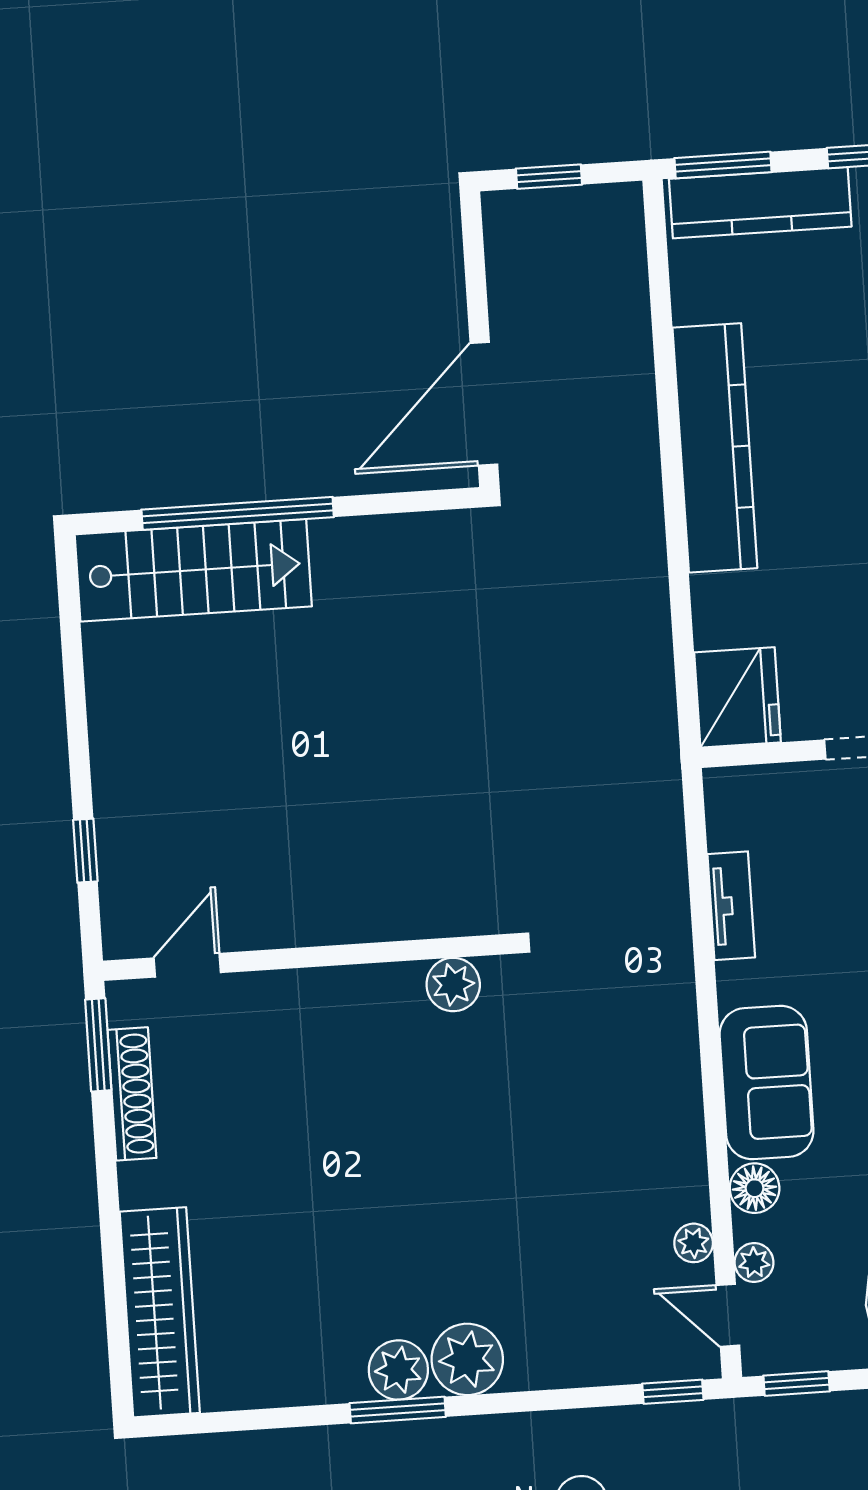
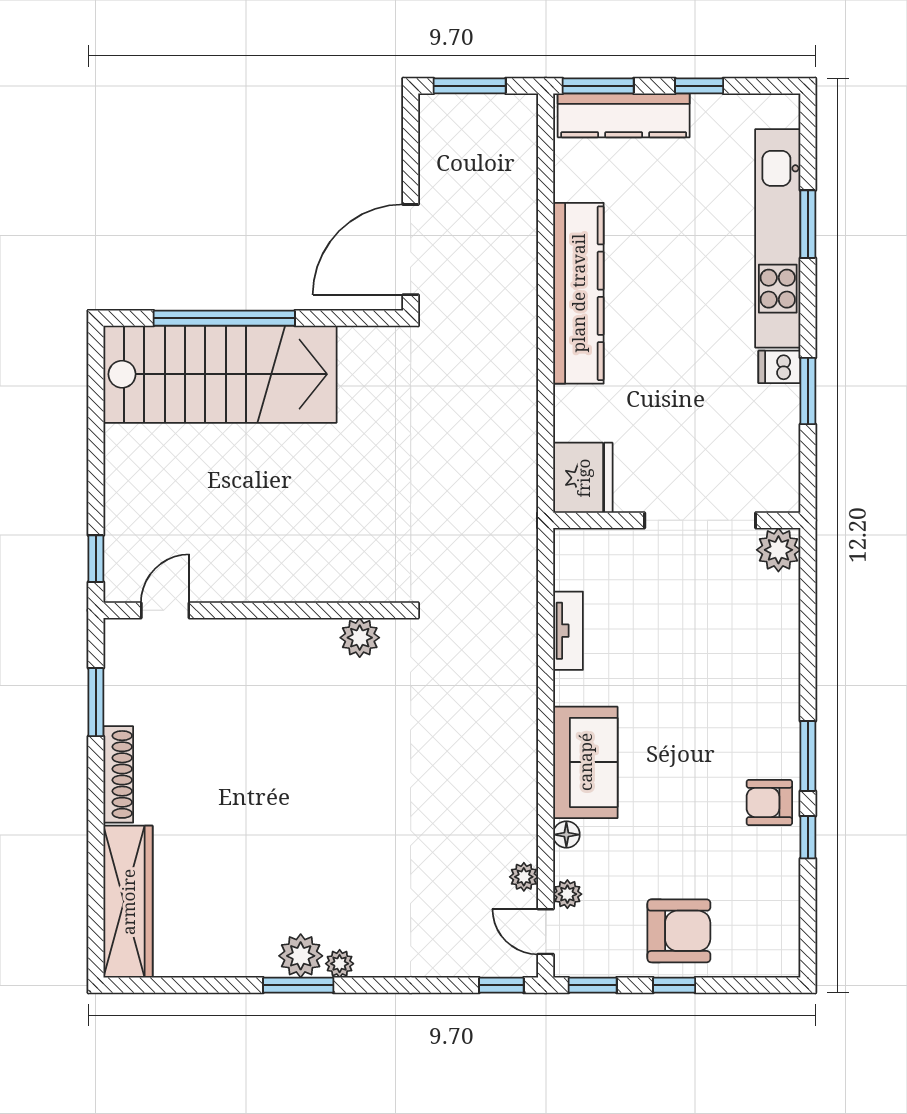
window: (549, 177) -> (470, 86), width x1.50
stairs: (193, 570) -> (220, 374), width x1.36, depth x1.51
wall: (307, 957) -> (253, 610), moved
door: (187, 965) -> (165, 610), moved
plant: (453, 985) -> (360, 638), moved
shoe rack: (132, 1094) -> (118, 774), moved
floor lamp: (755, 1188) -> (566, 835), width x0.73, depth x0.73
plant: (467, 1359) -> (340, 964), width x0.53, depth x0.53

